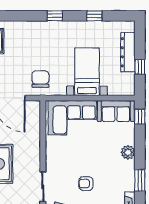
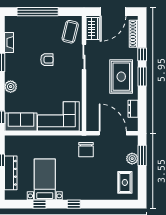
bed with nightstands: (87, 72) -> (45, 179), moved, turned 180

